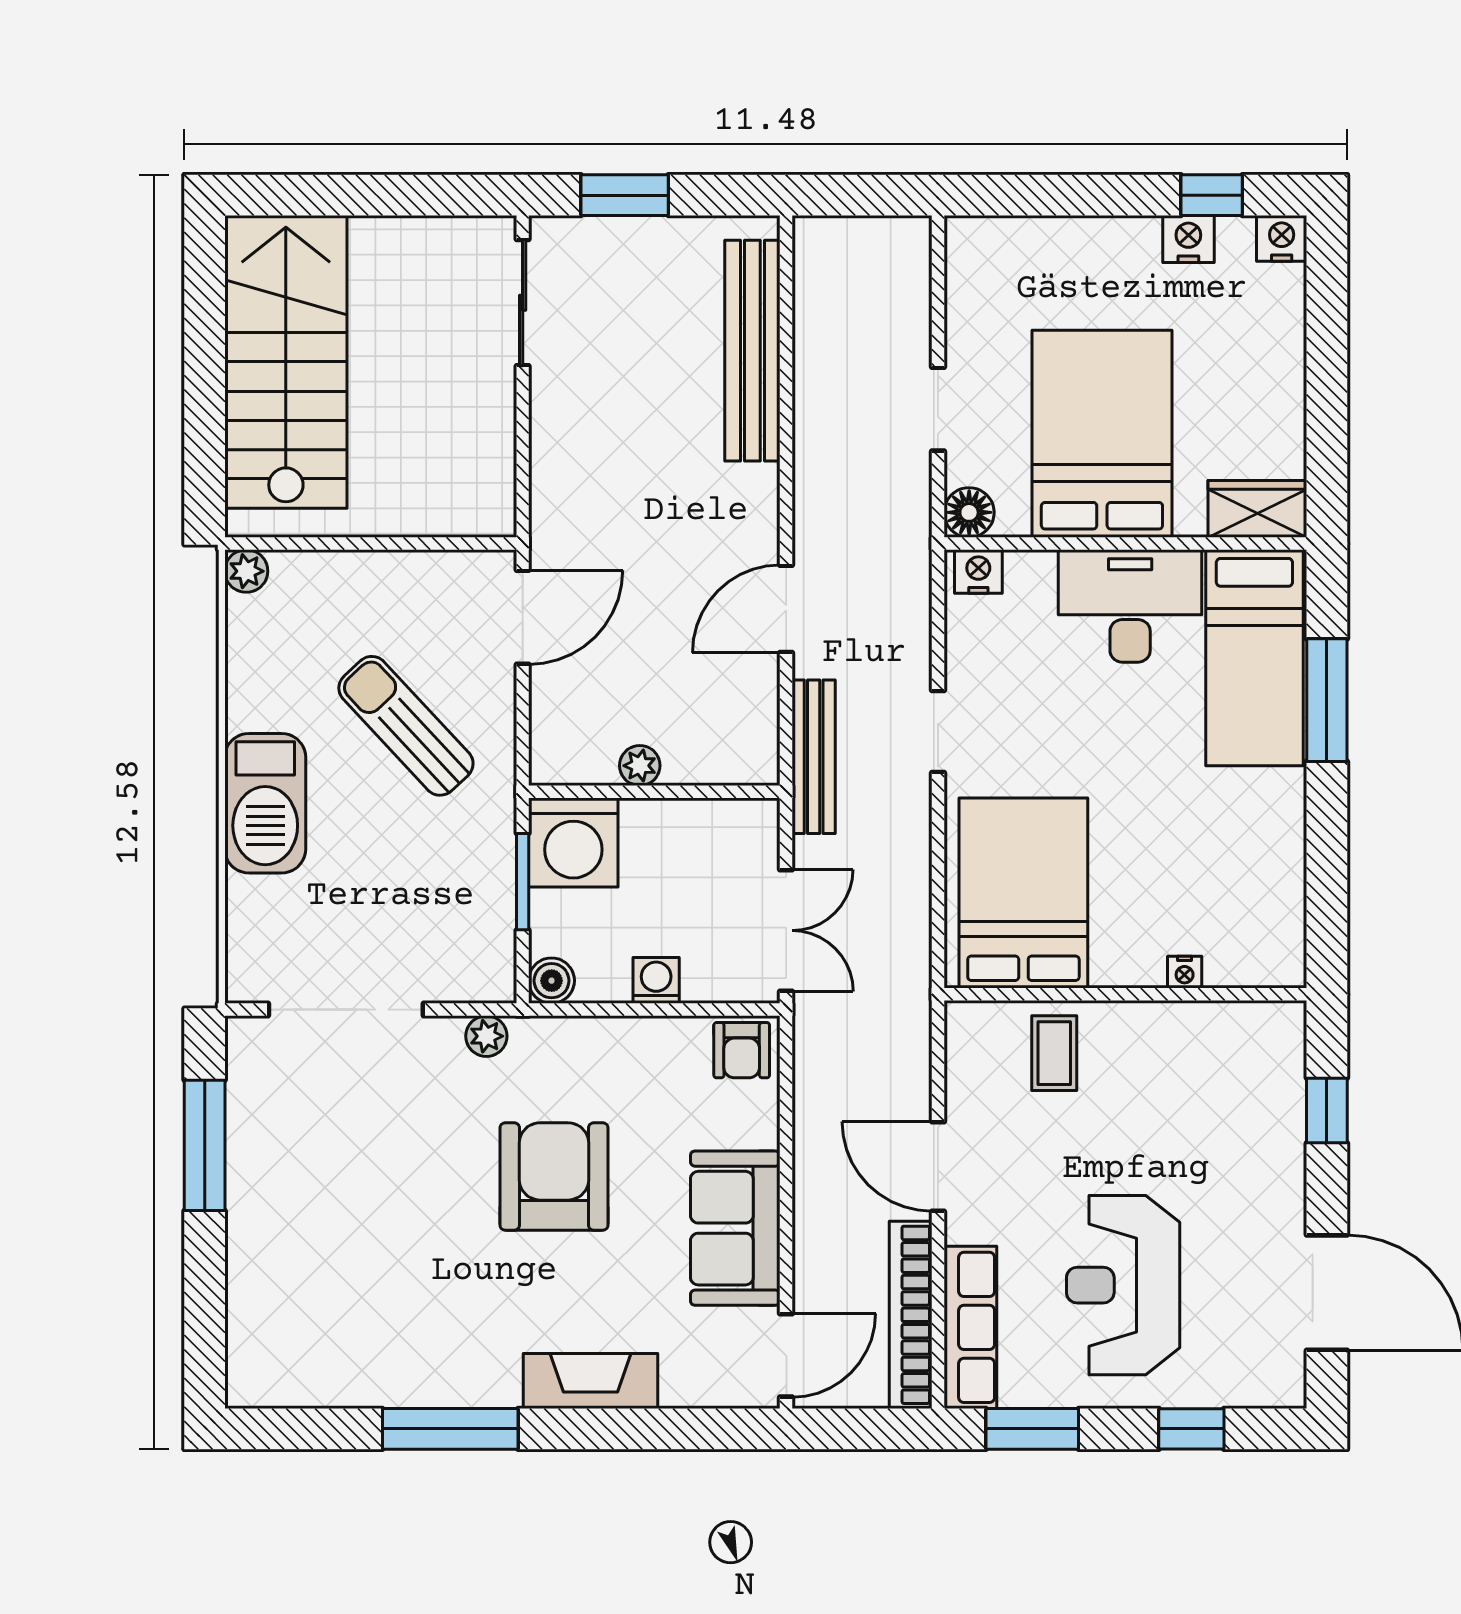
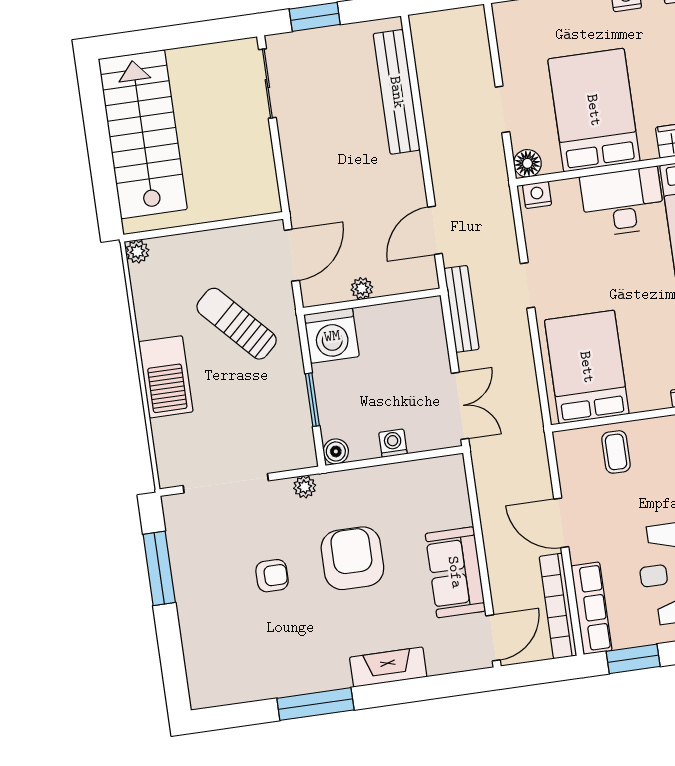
plant: (640, 766) -> (362, 288), moved
wall: (654, 792) -> (372, 302), moved
washing machine: (573, 842) -> (332, 336), moved
armchair: (742, 1050) -> (272, 576), moved, turned -90

